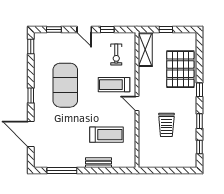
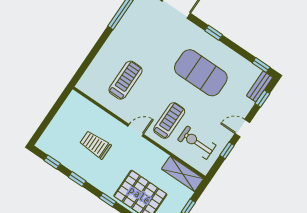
exercise bike: (116, 55) -> (197, 143), width x1.38, depth x1.39
treadmill: (107, 135) -> (126, 80), turned 180
bench: (98, 163) -> (260, 87), moved

